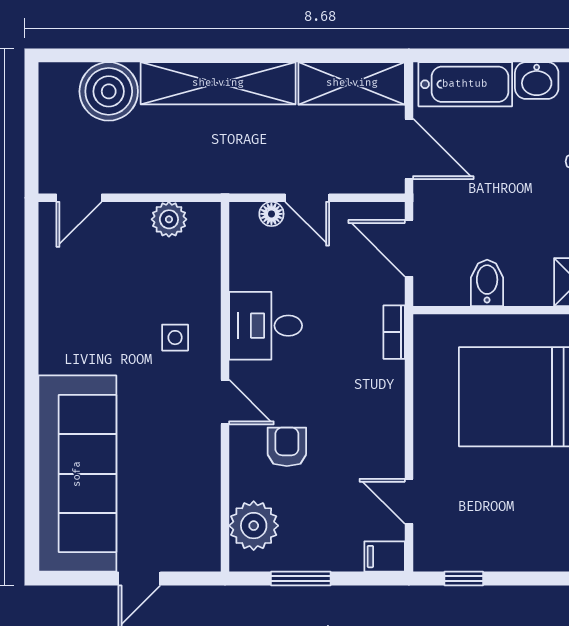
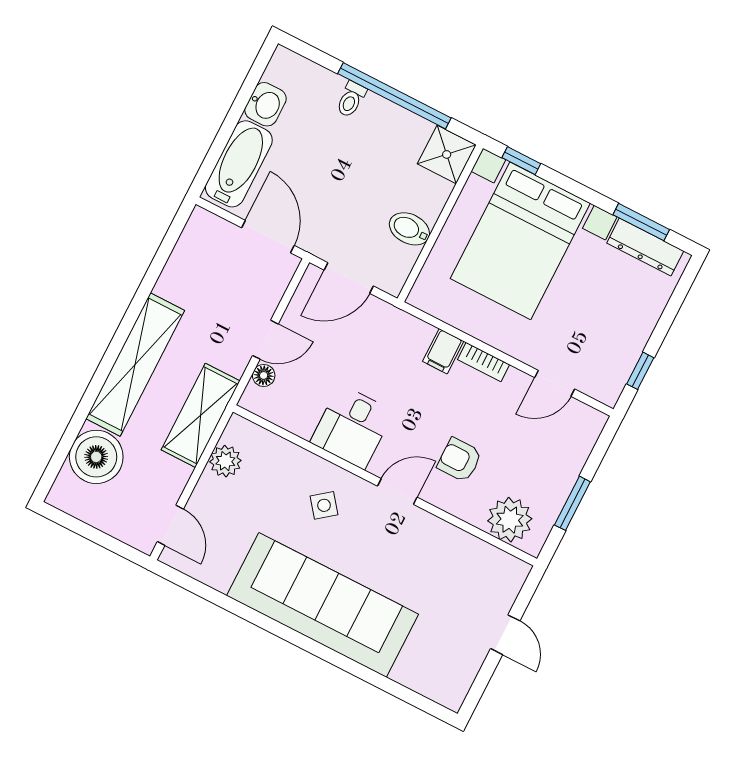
shelving: (352, 83) -> (201, 415), moved
door: (409, 149) -> (268, 237), hinge flipped
bookcase: (394, 332) -> (484, 362), moved
side table: (175, 338) -> (324, 505), turned -38
sofa: (77, 474) -> (323, 605), moved
filing cabinet: (385, 557) -> (443, 351), moved

